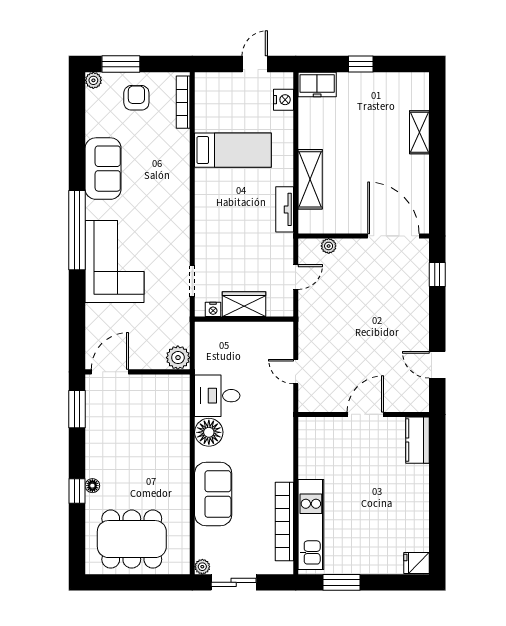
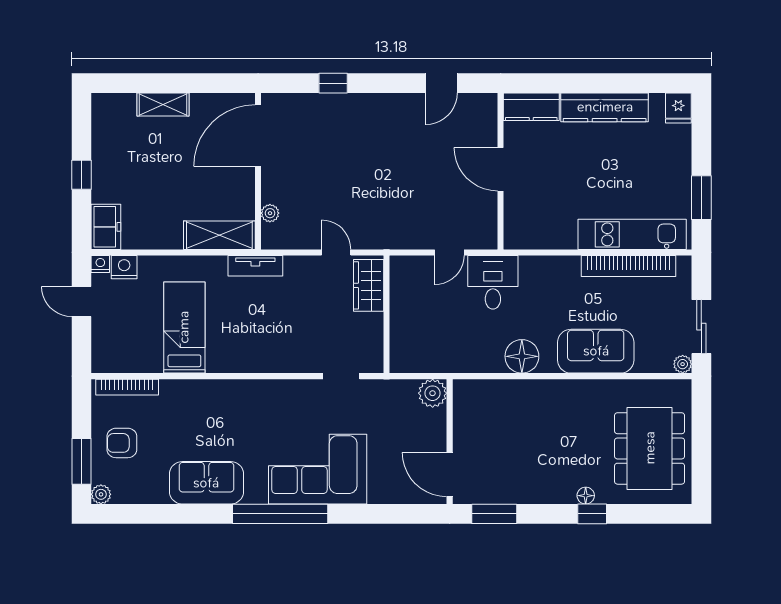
wall: (364, 236) -> (258, 171), moved
door: (393, 236) -> (258, 136), moved
plant: (329, 246) -> (270, 213), moved
wardrobe: (244, 304) -> (369, 285), moved
nightstand: (213, 309) -> (100, 264), moved, turned -90
desk: (217, 396) -> (493, 282), moved, turned 180
kitchen counter: (417, 501) -> (605, 107), added

